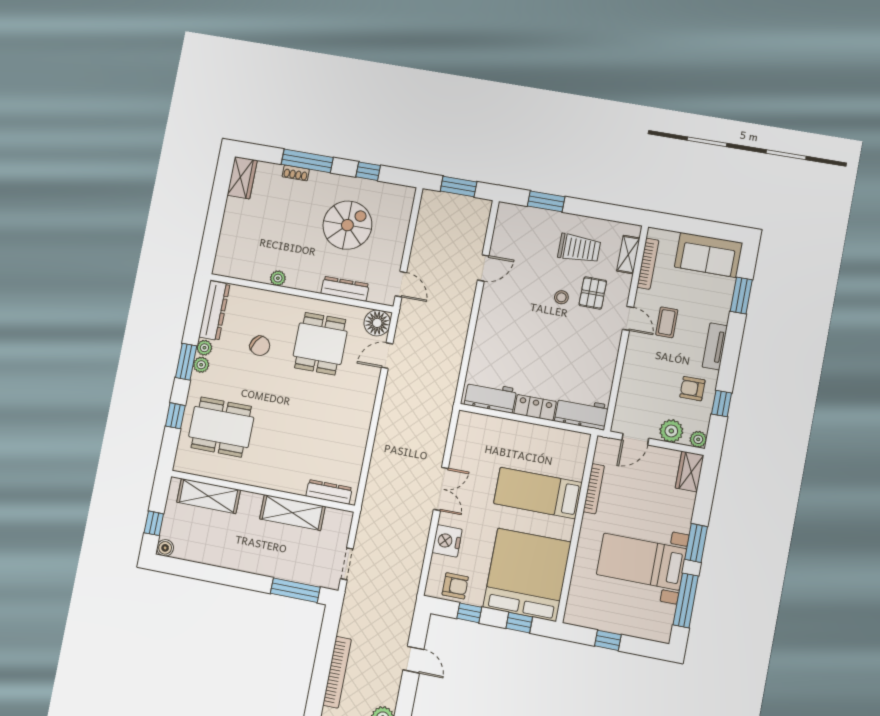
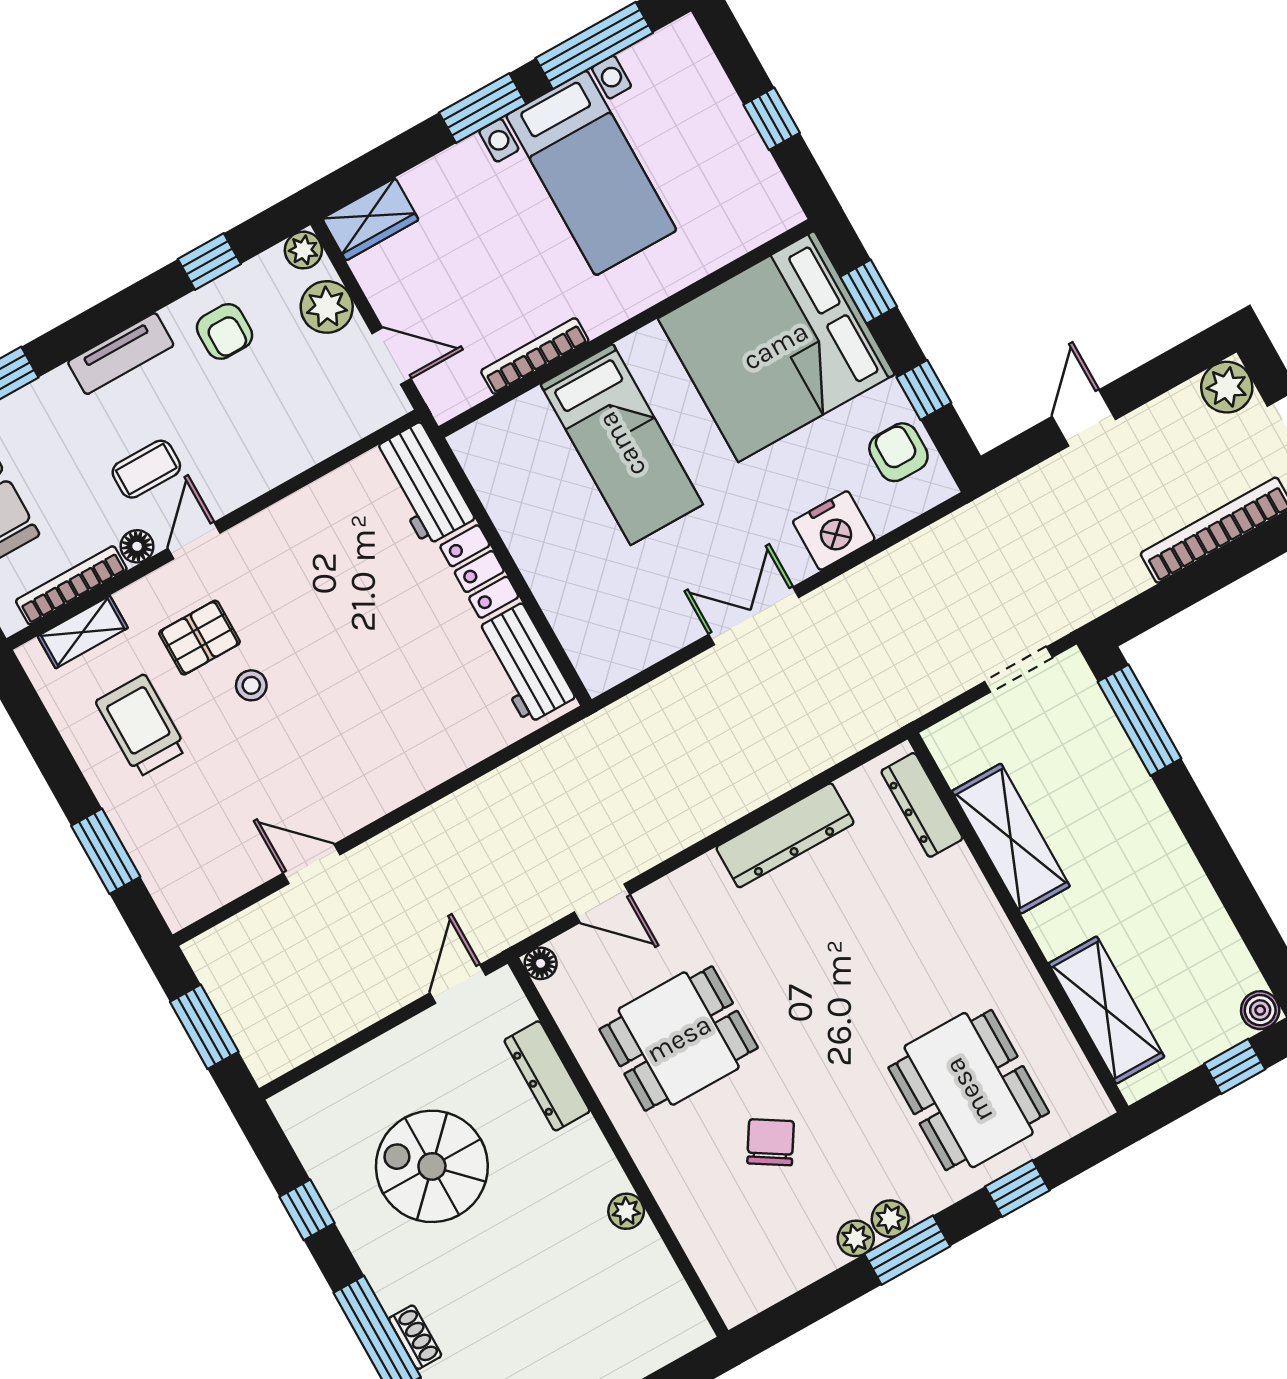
floor lamp: (642, 297) -> (137, 546), added
dresser: (214, 311) -> (785, 835), moved, turned 180
floor lamp: (377, 323) -> (541, 963), width x0.53, depth x0.53

